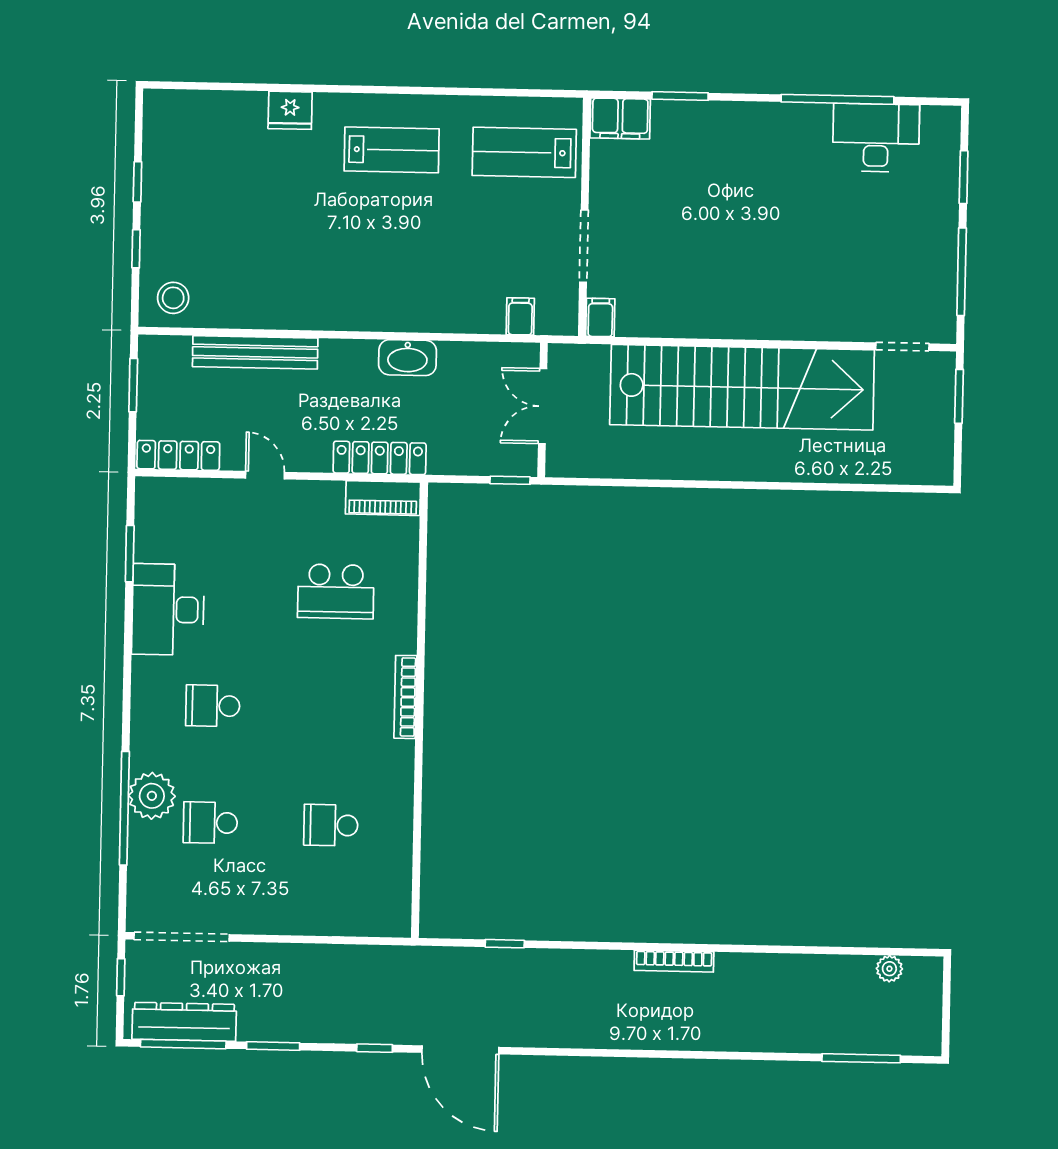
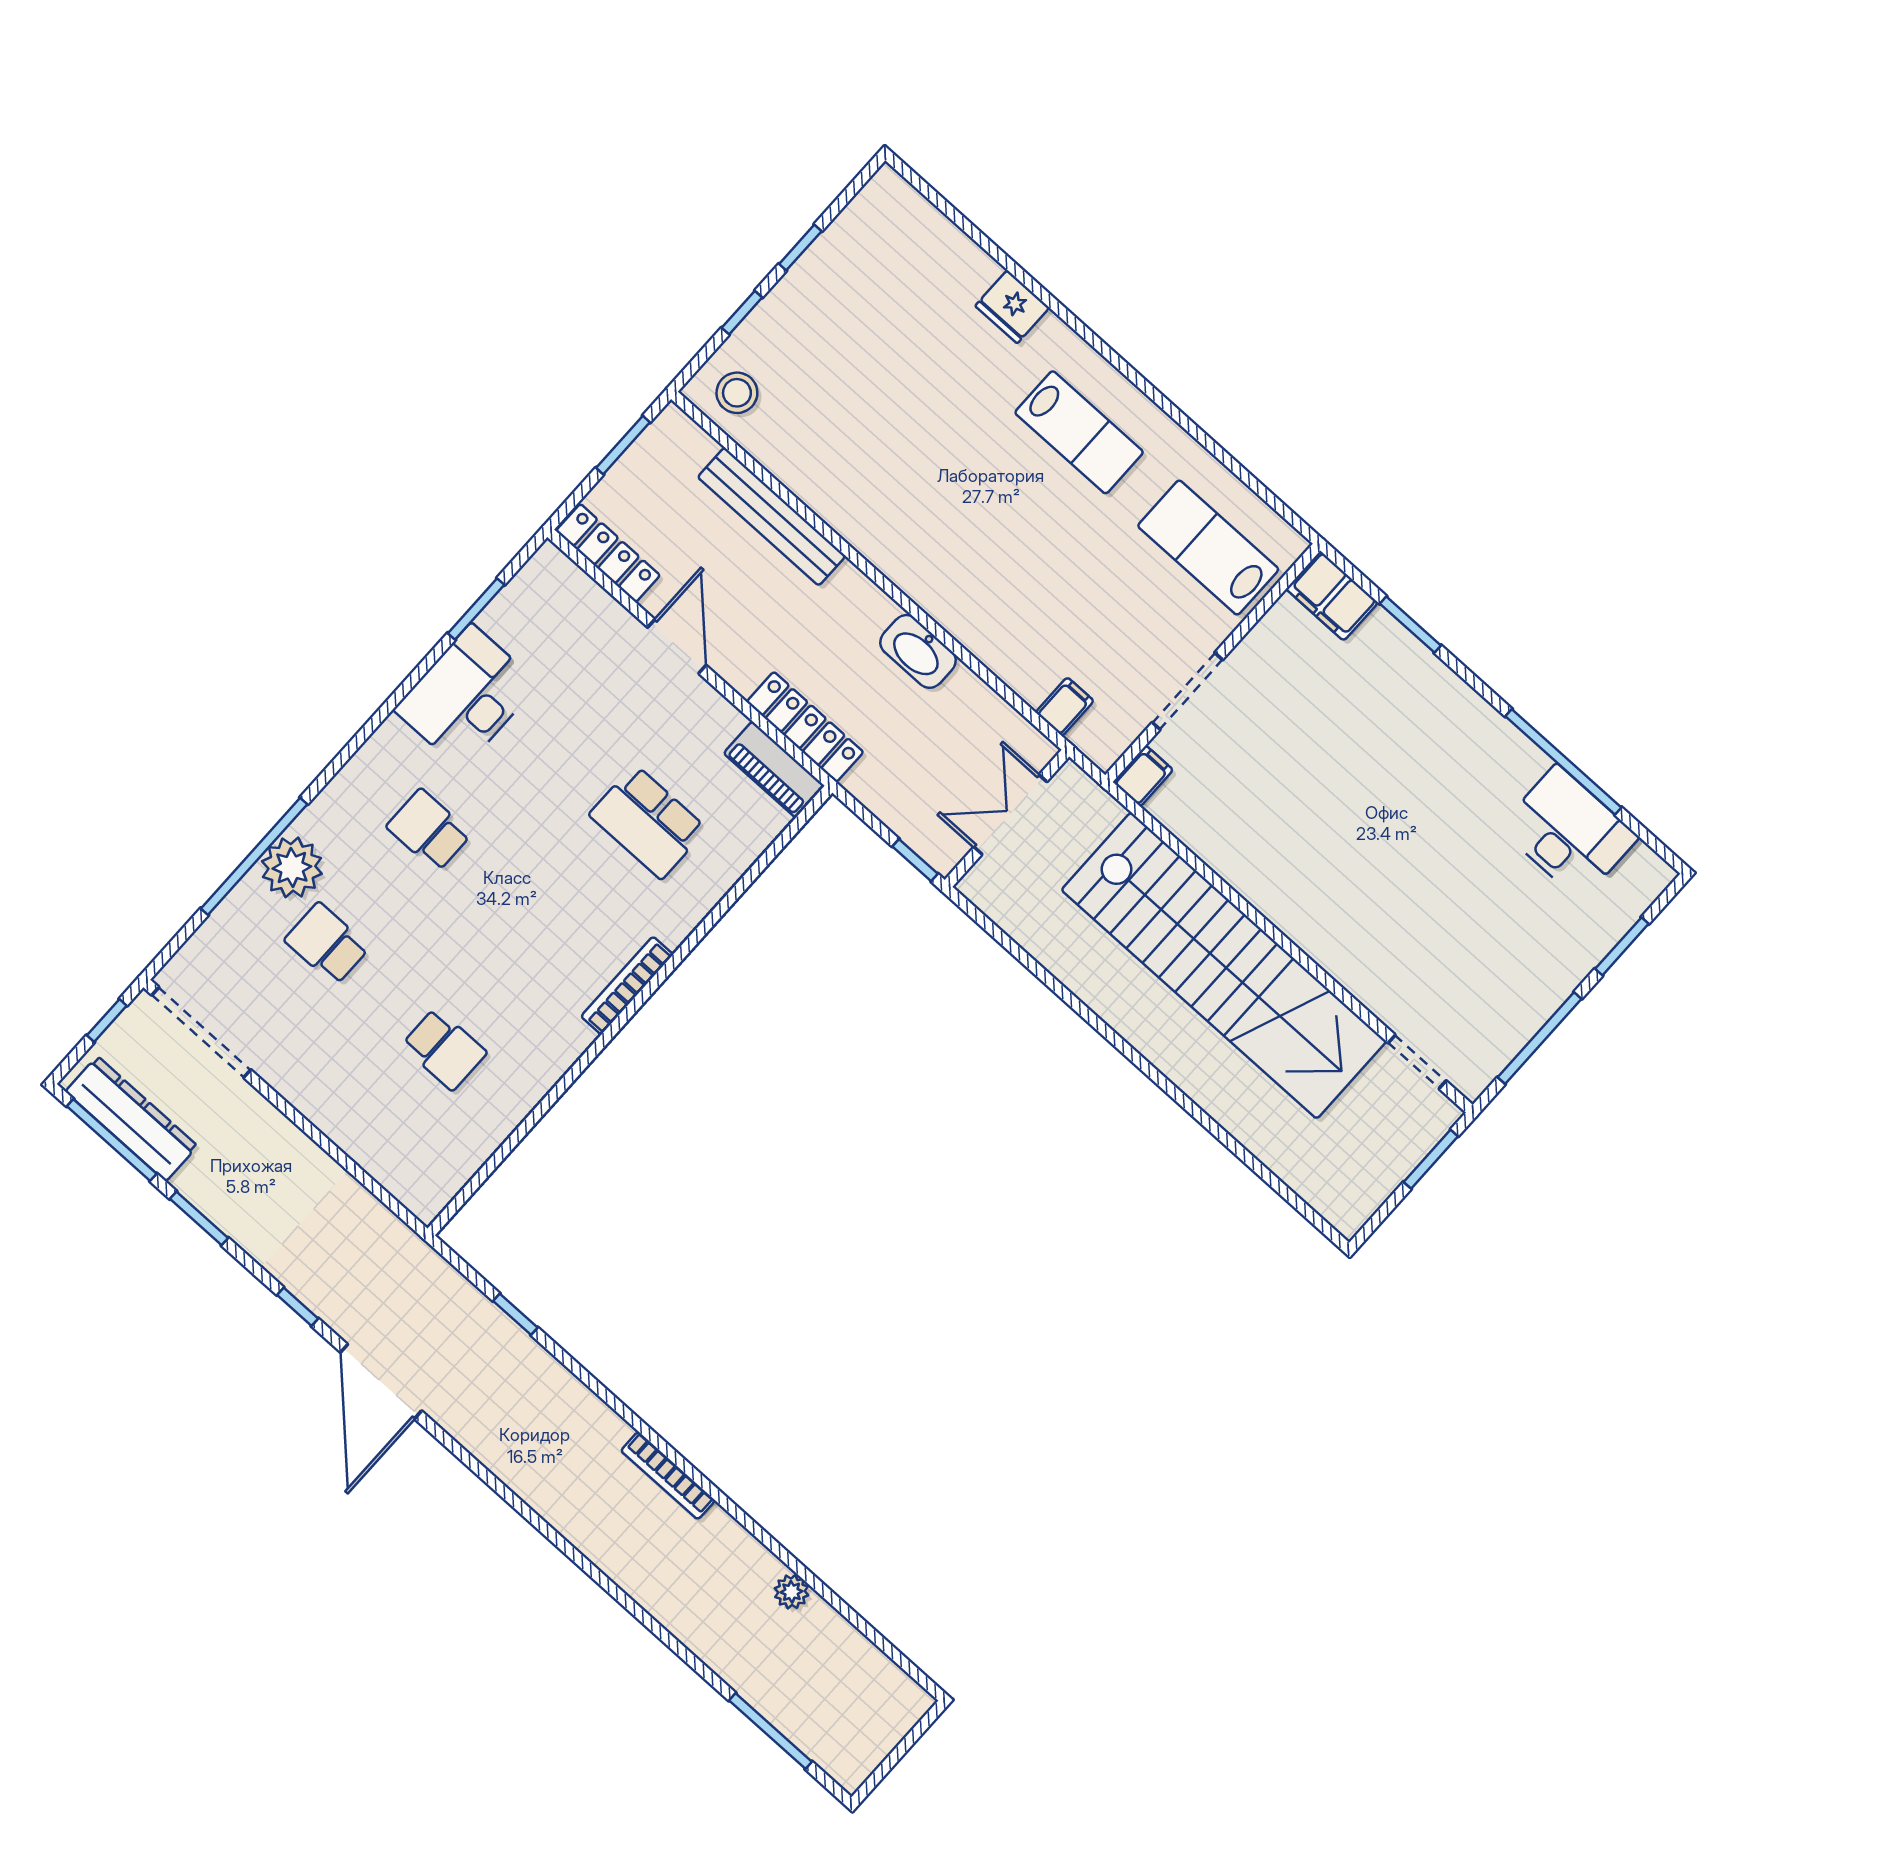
door: (265, 475) -> (677, 646), width x1.37
school desk: (331, 825) -> (444, 1049), turned 180
plant: (889, 969) -> (792, 1592), moved

